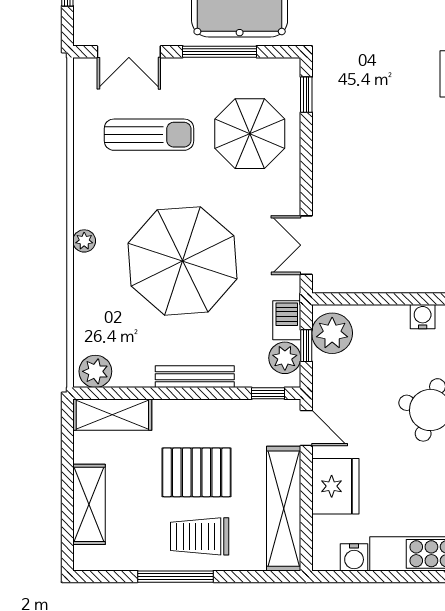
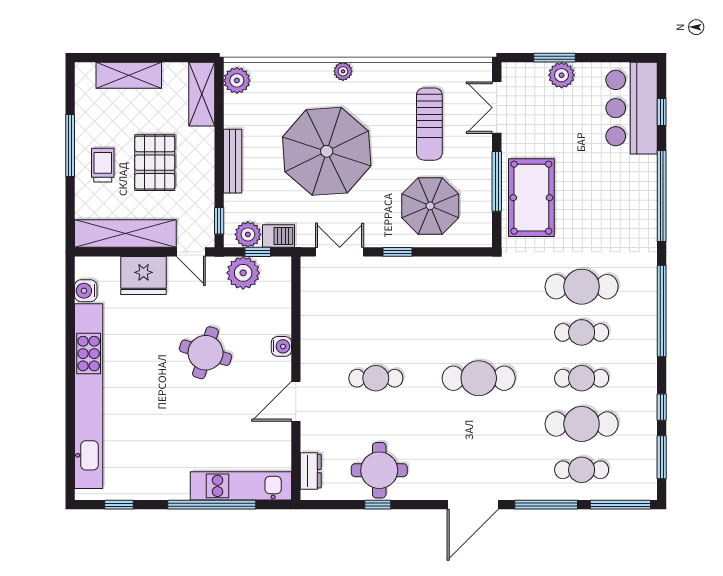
window: (306, 95) -> (398, 252), moved
plant: (332, 333) -> (243, 273), moved
door: (306, 428) -> (191, 252), hinge flipped
trolley: (200, 536) -> (103, 165), width x0.73, depth x0.72

